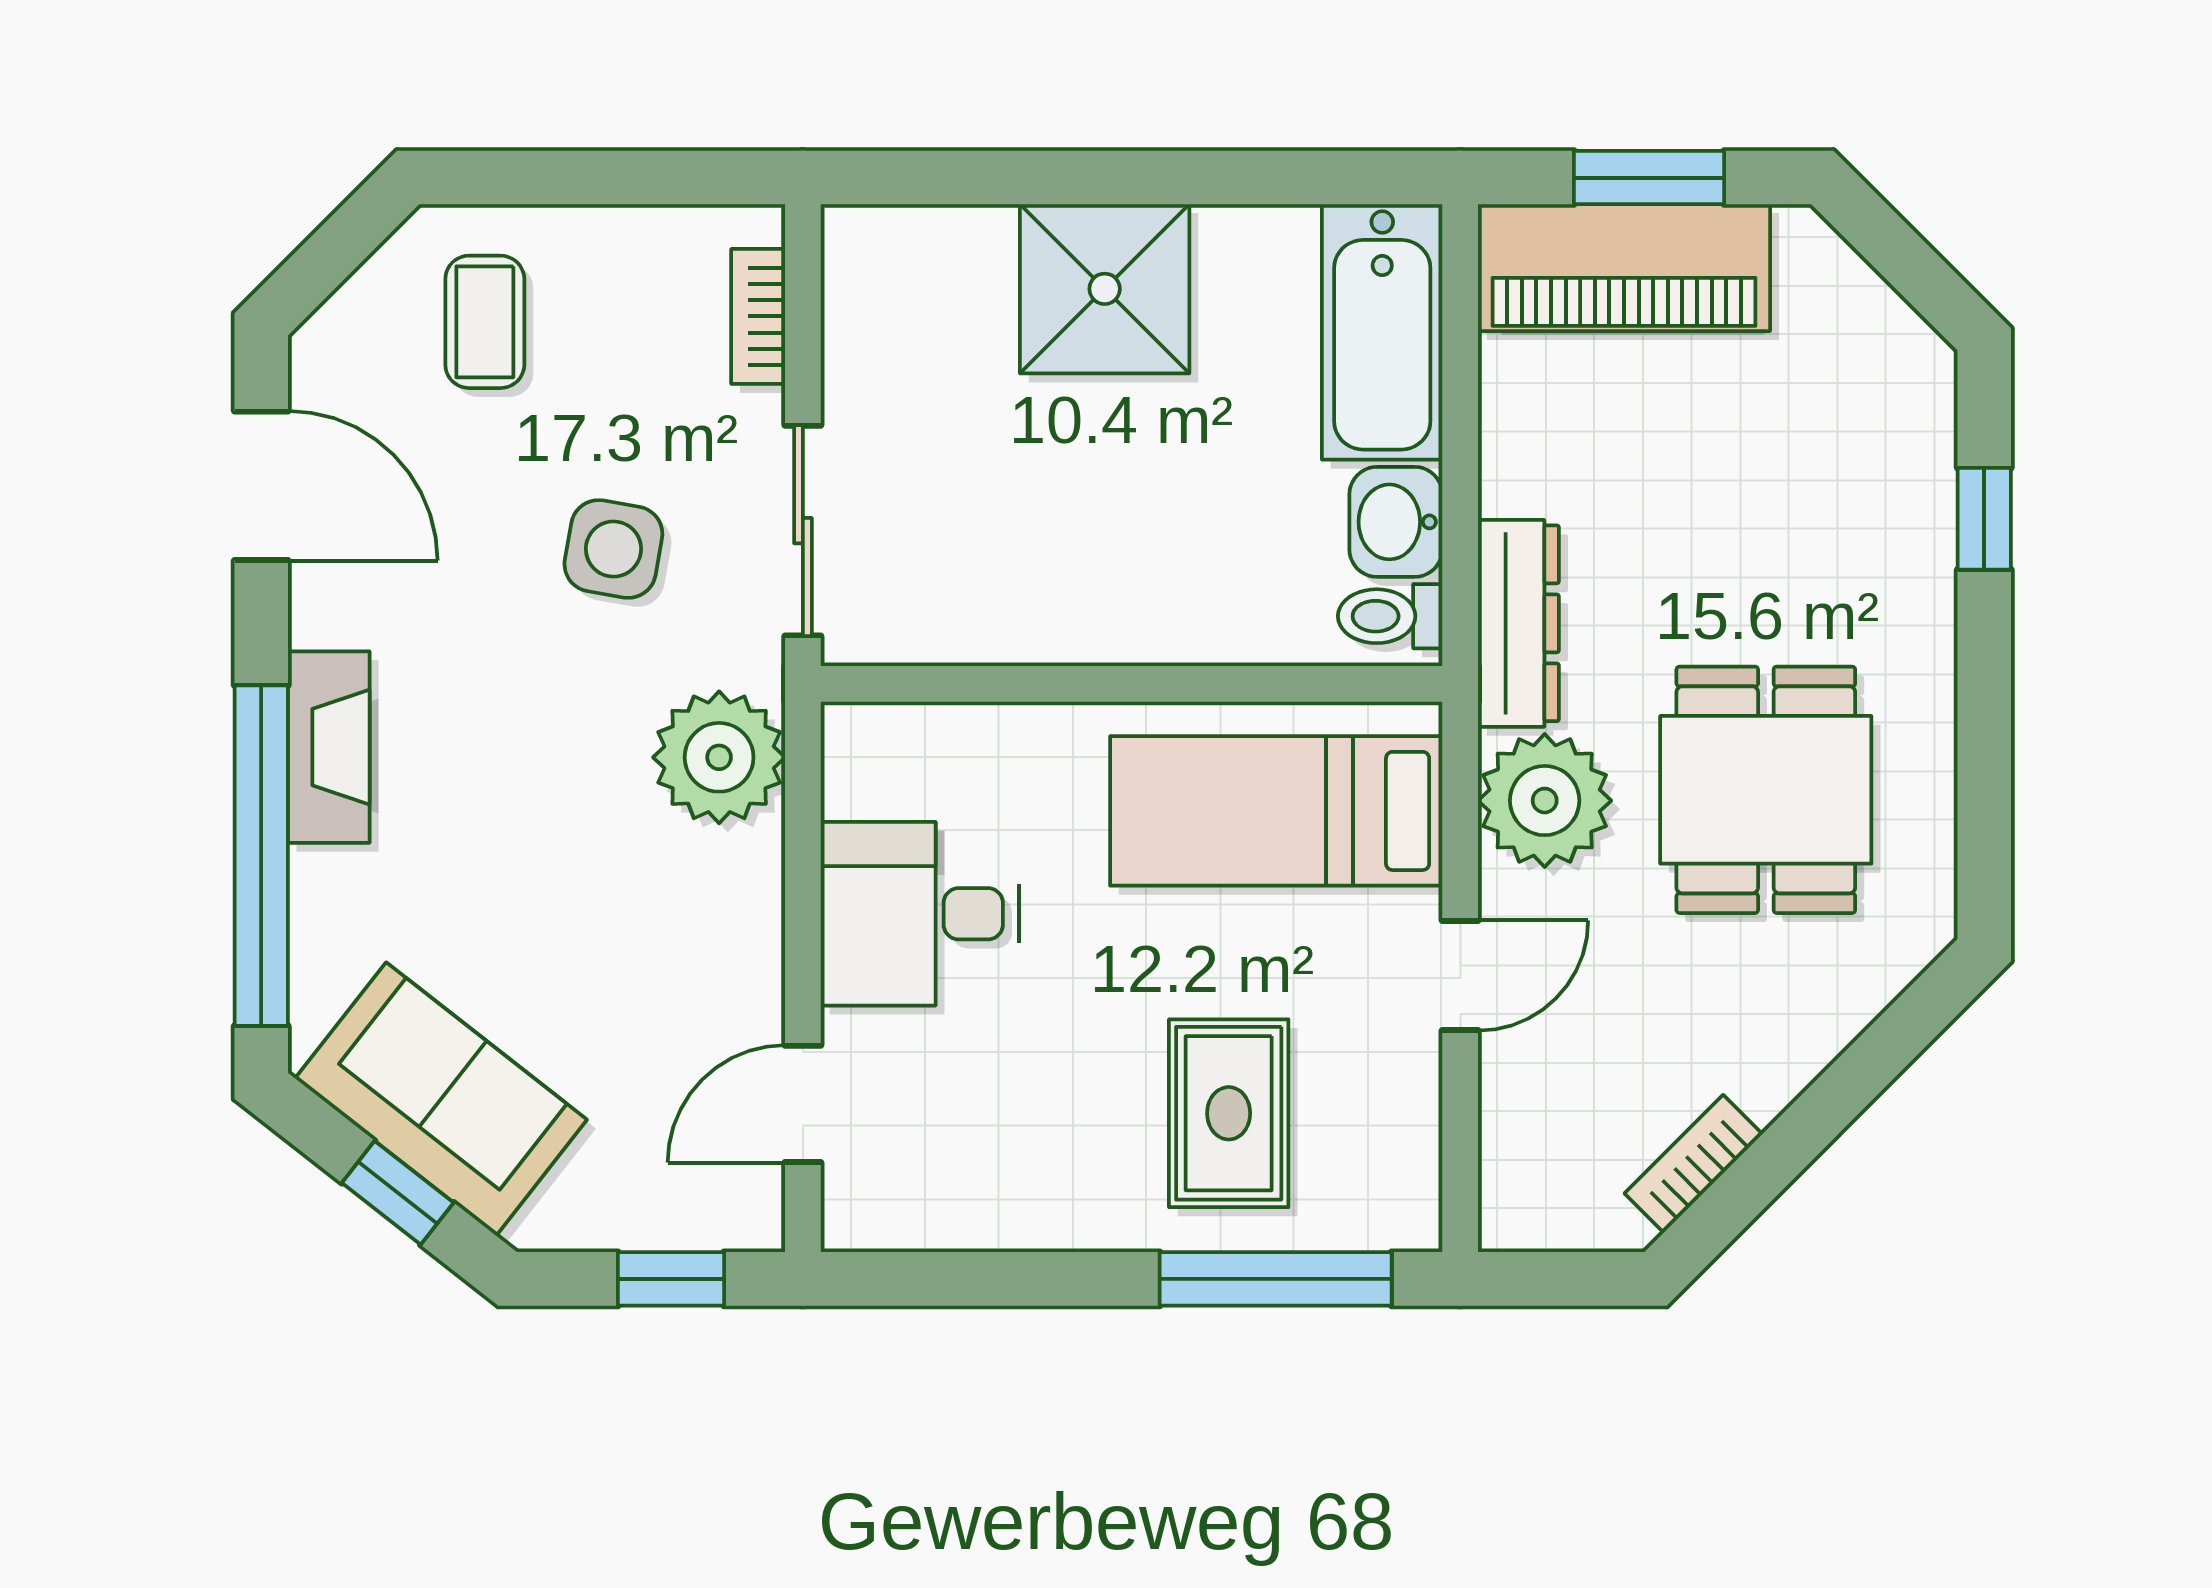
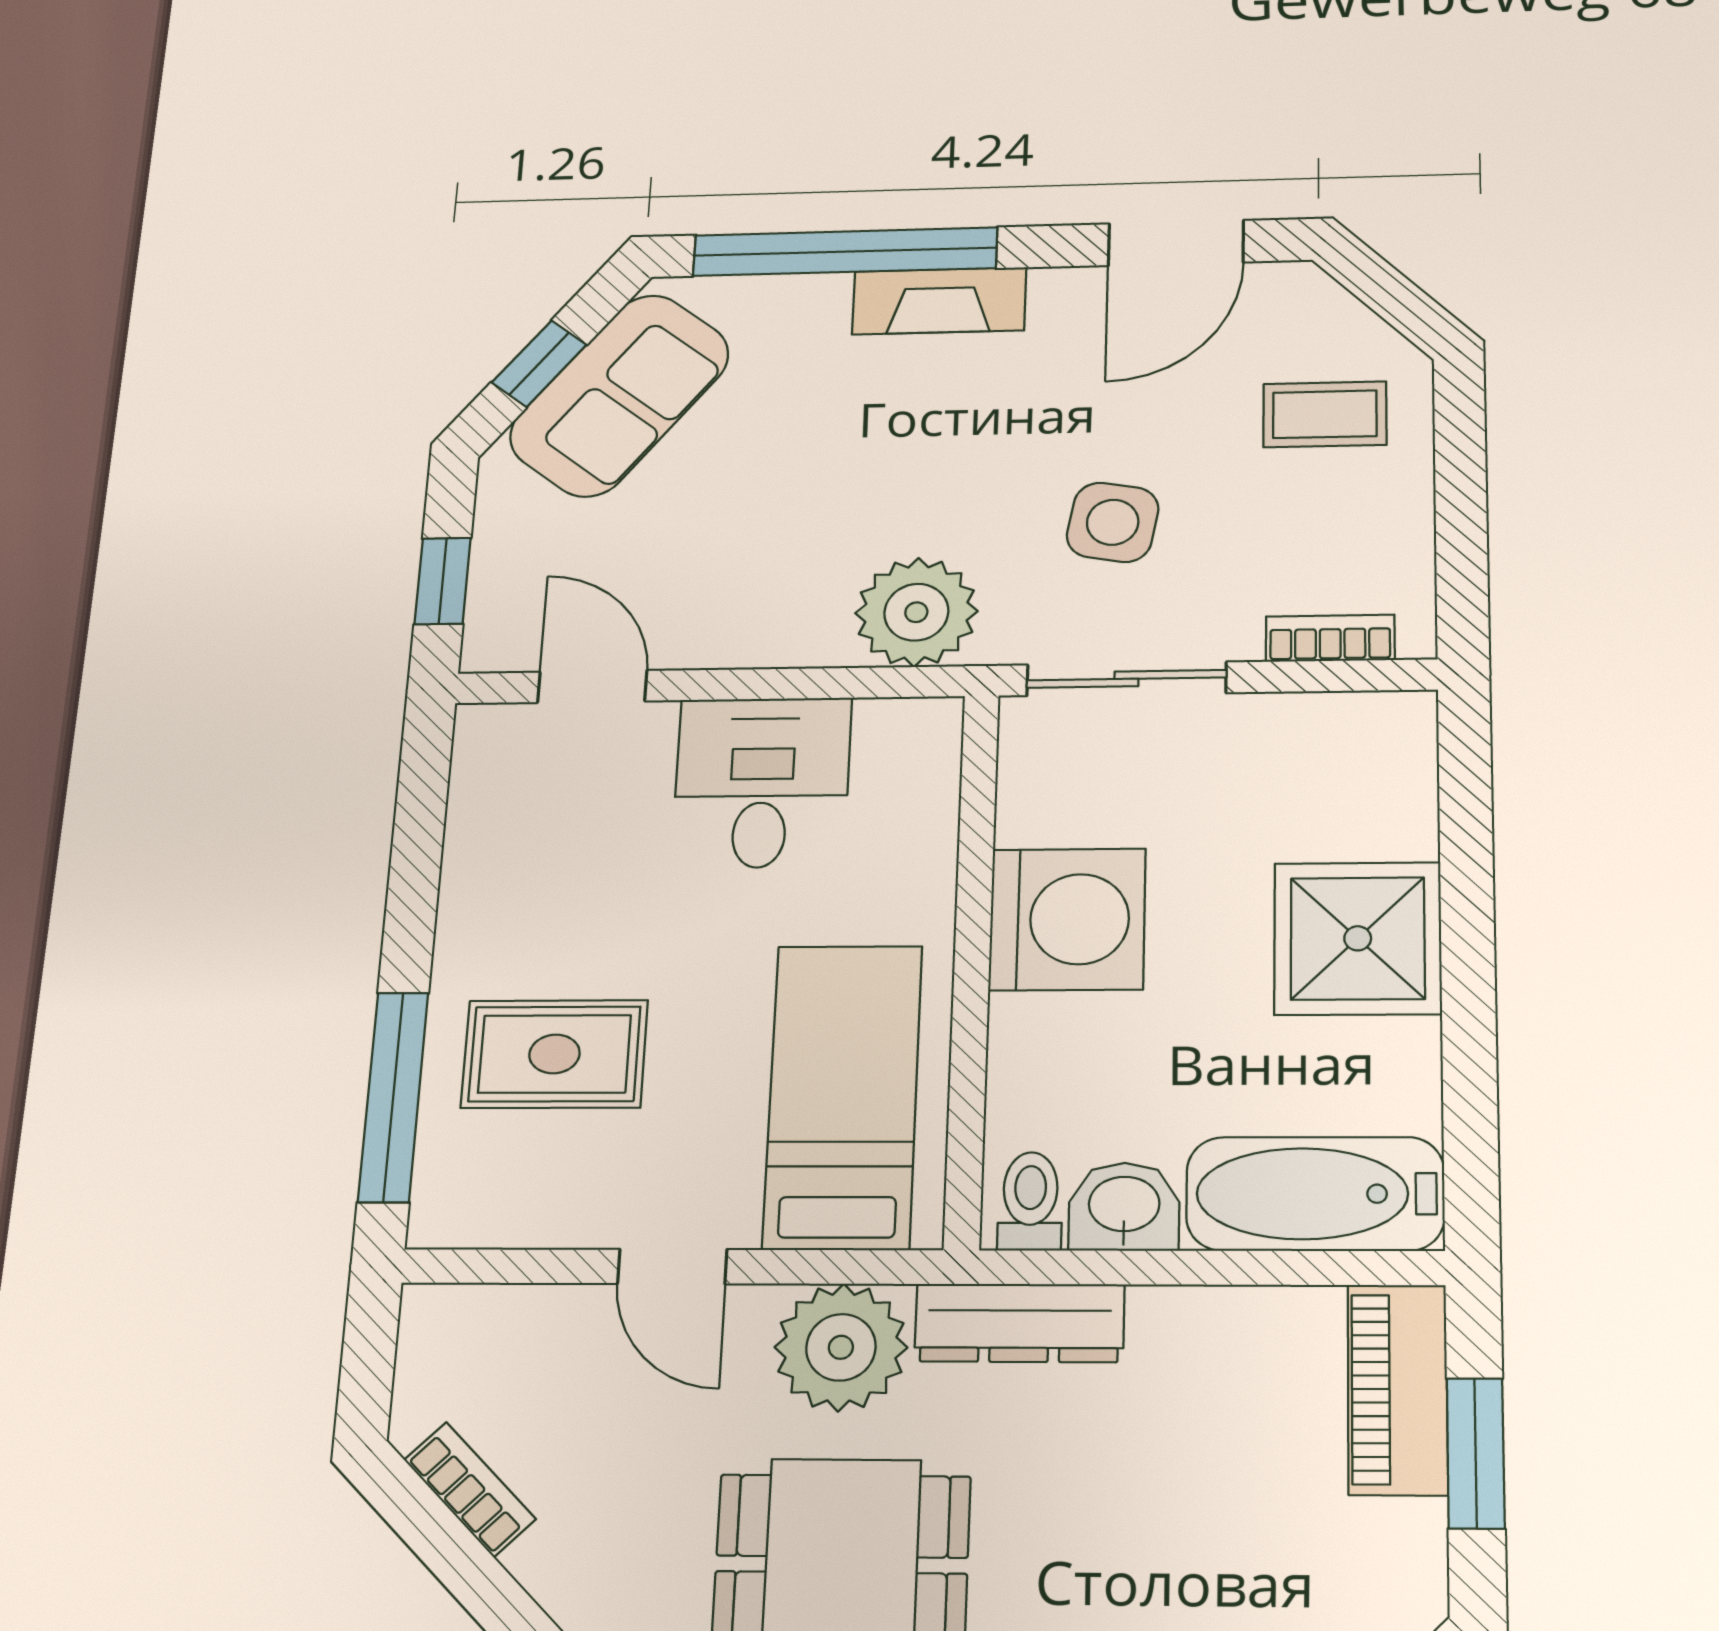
piano: (1624, 268) -> (1397, 1389), width x0.73, depth x0.75
washing machine: (1081, 586) -> (1067, 919), added

